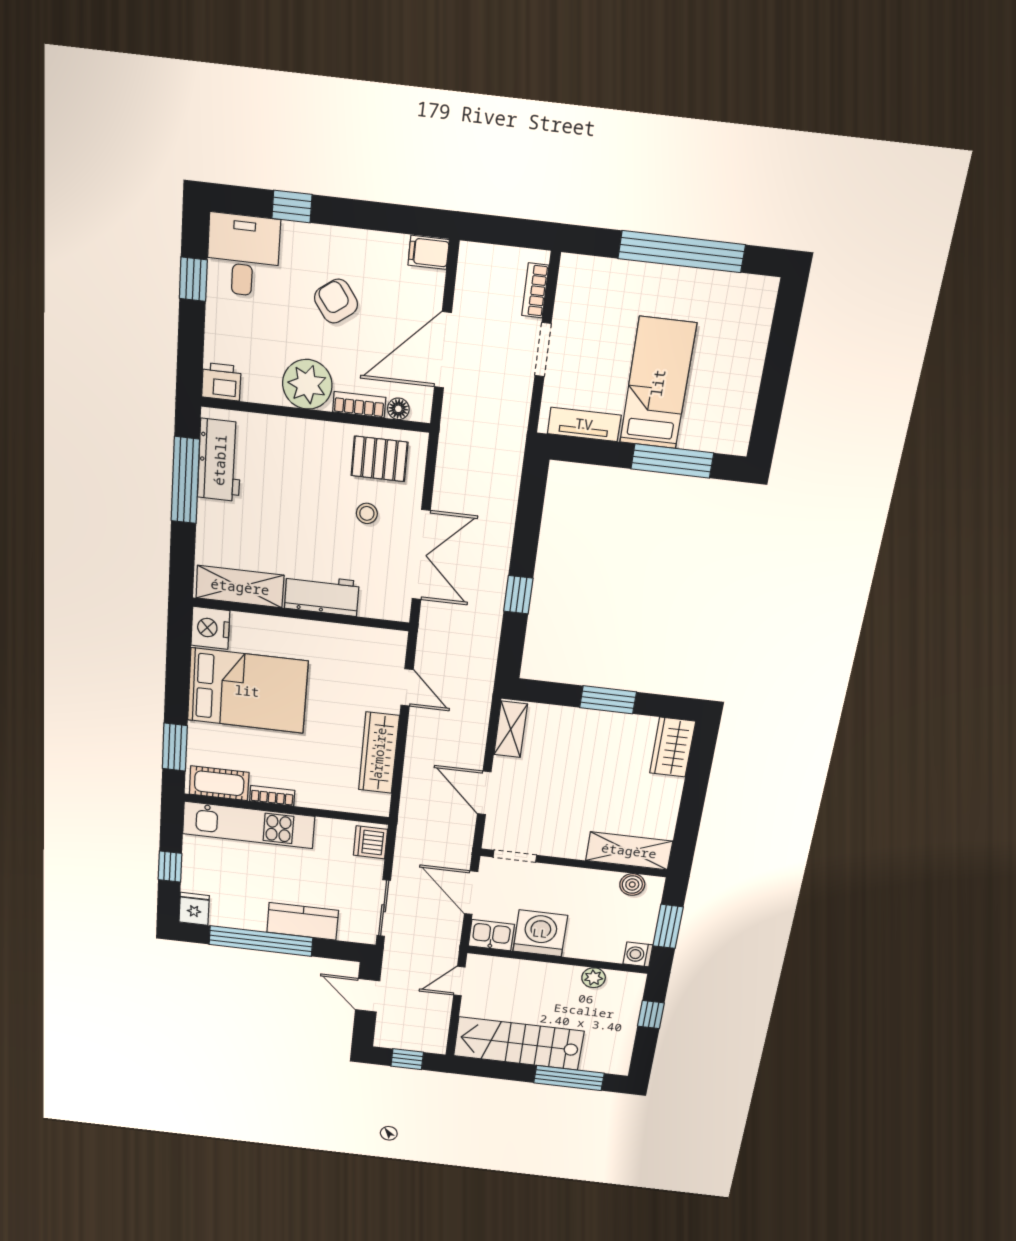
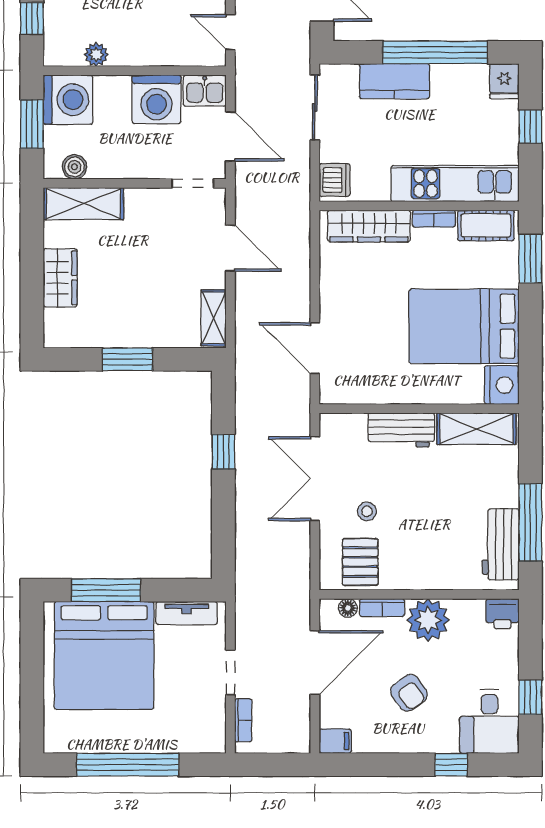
bed: (658, 383) -> (104, 655), width x2.04
pallet: (379, 459) -> (360, 562), turned 90
door: (407, 688) -> (315, 348), width x1.38
wardrobe: (673, 747) -> (60, 278), moved
wardrobe: (379, 753) -> (369, 226), moved, turned 90
washing machine: (638, 954) -> (68, 100), width x1.89, depth x1.89
door: (459, 981) -> (230, 32), swing flipped

